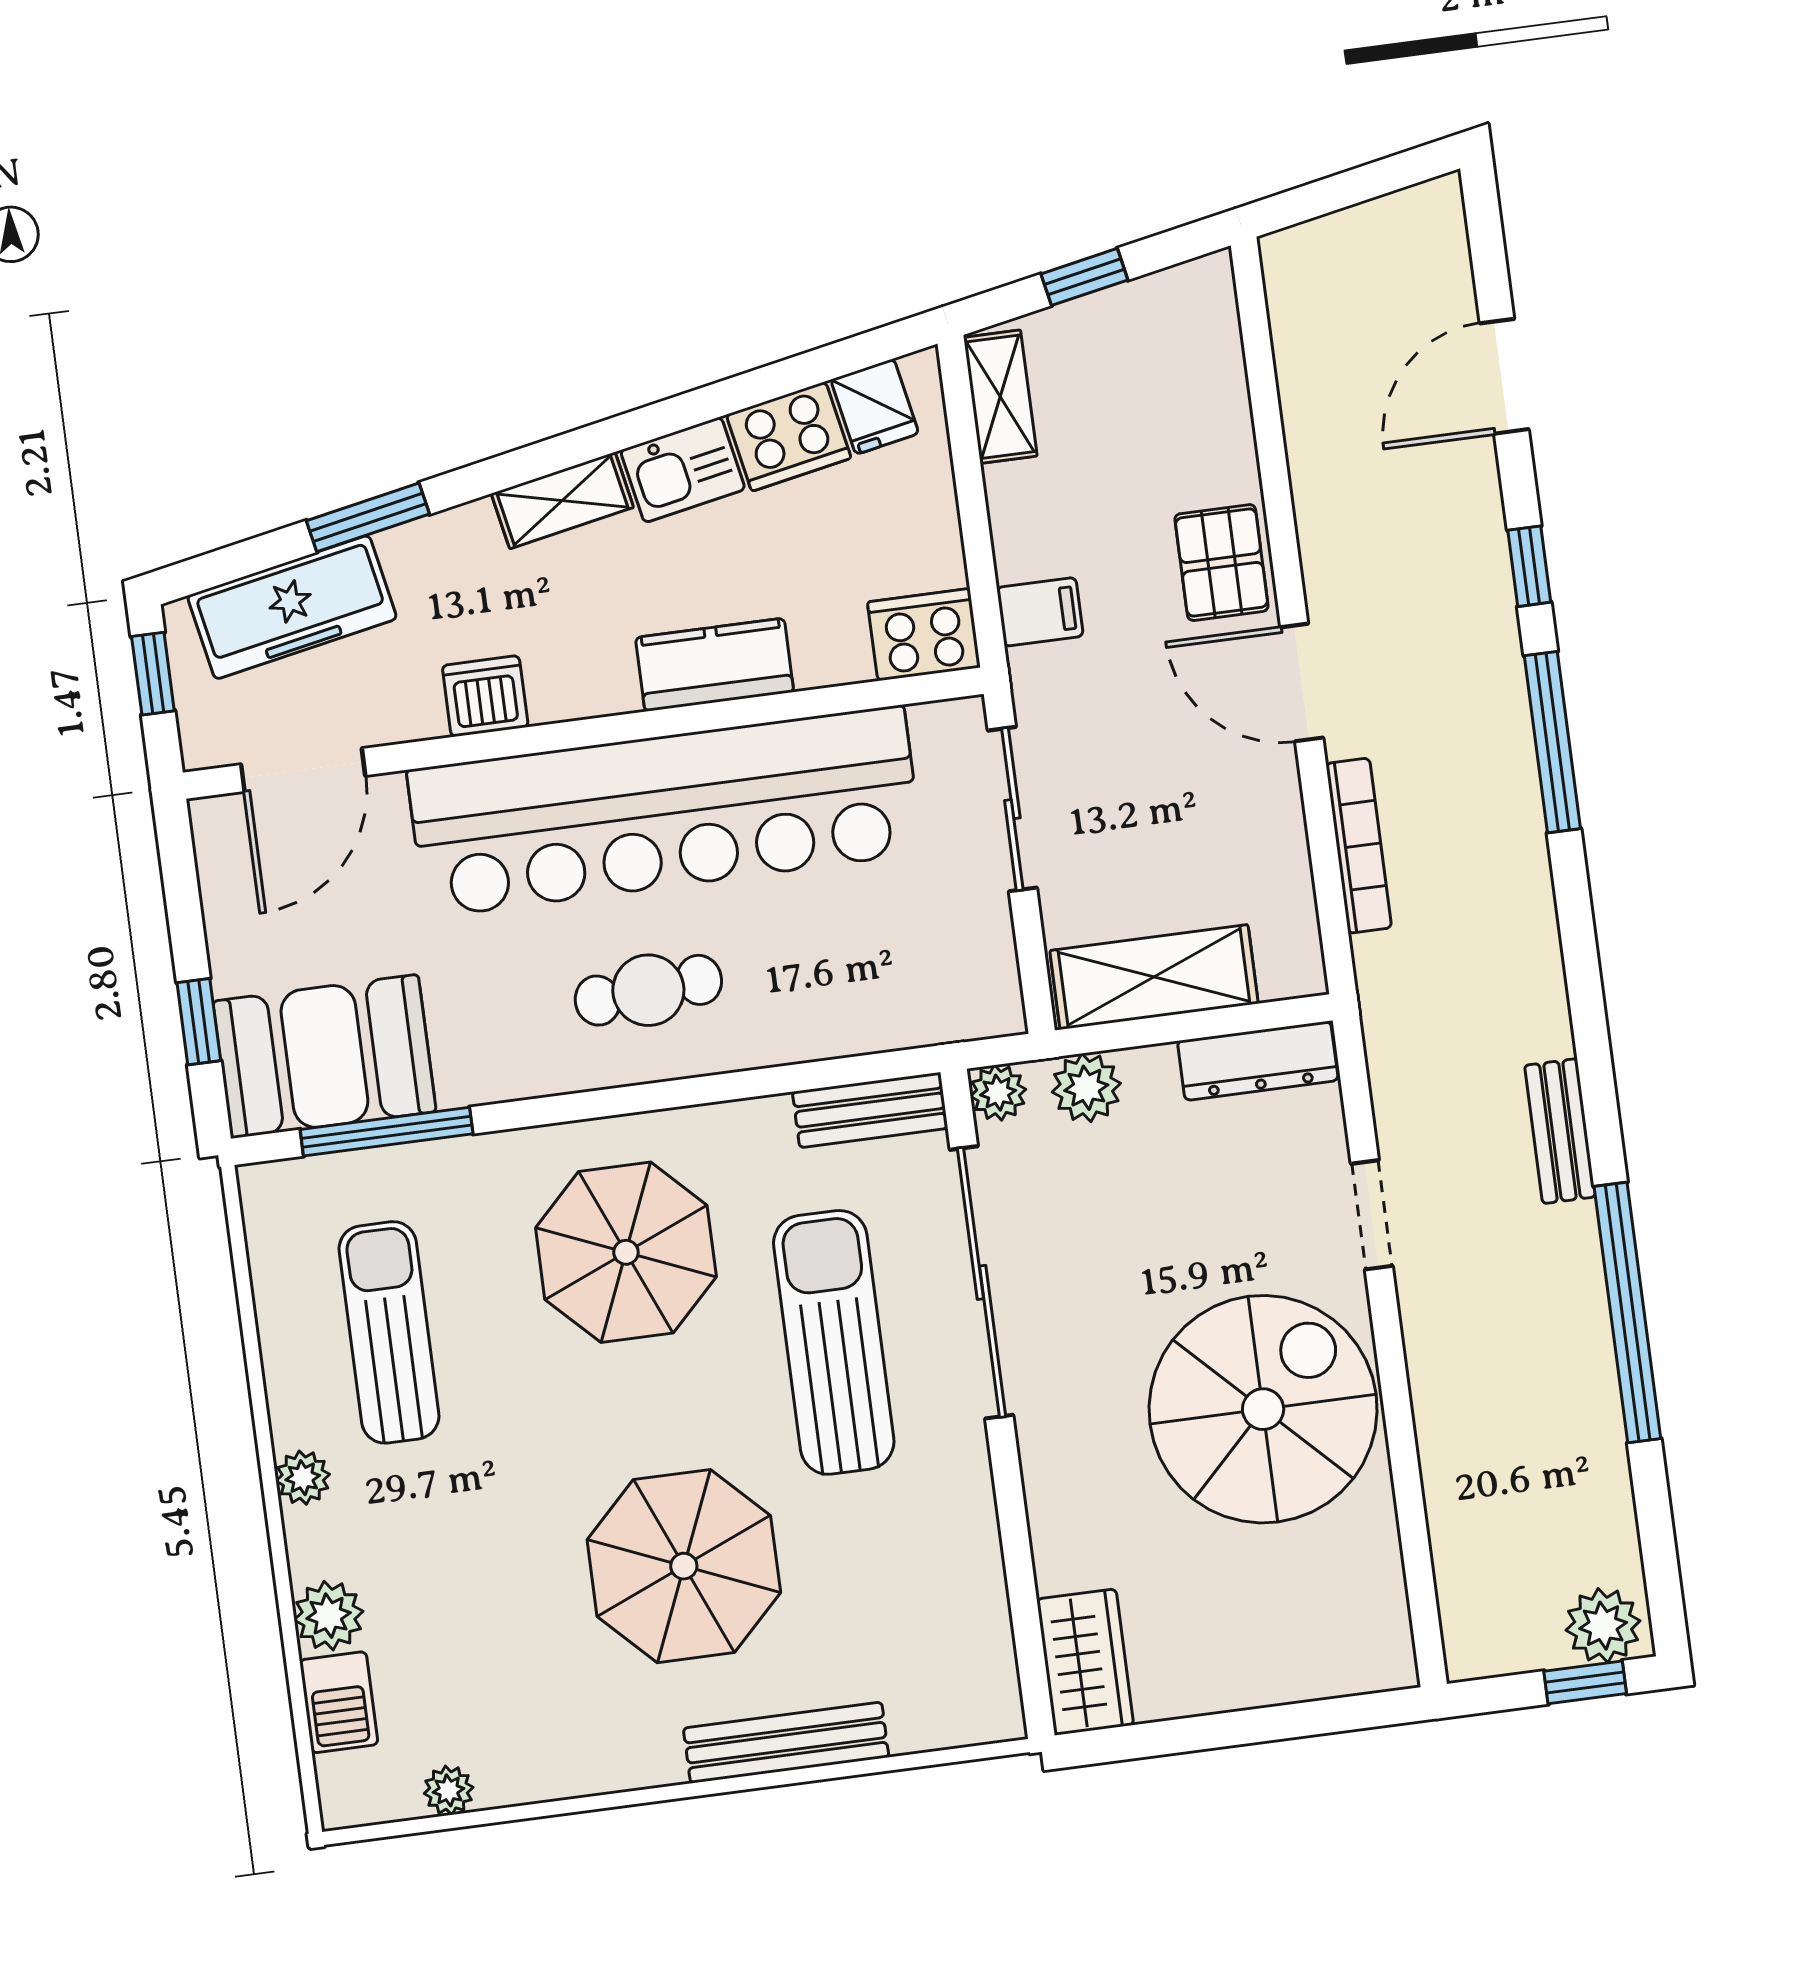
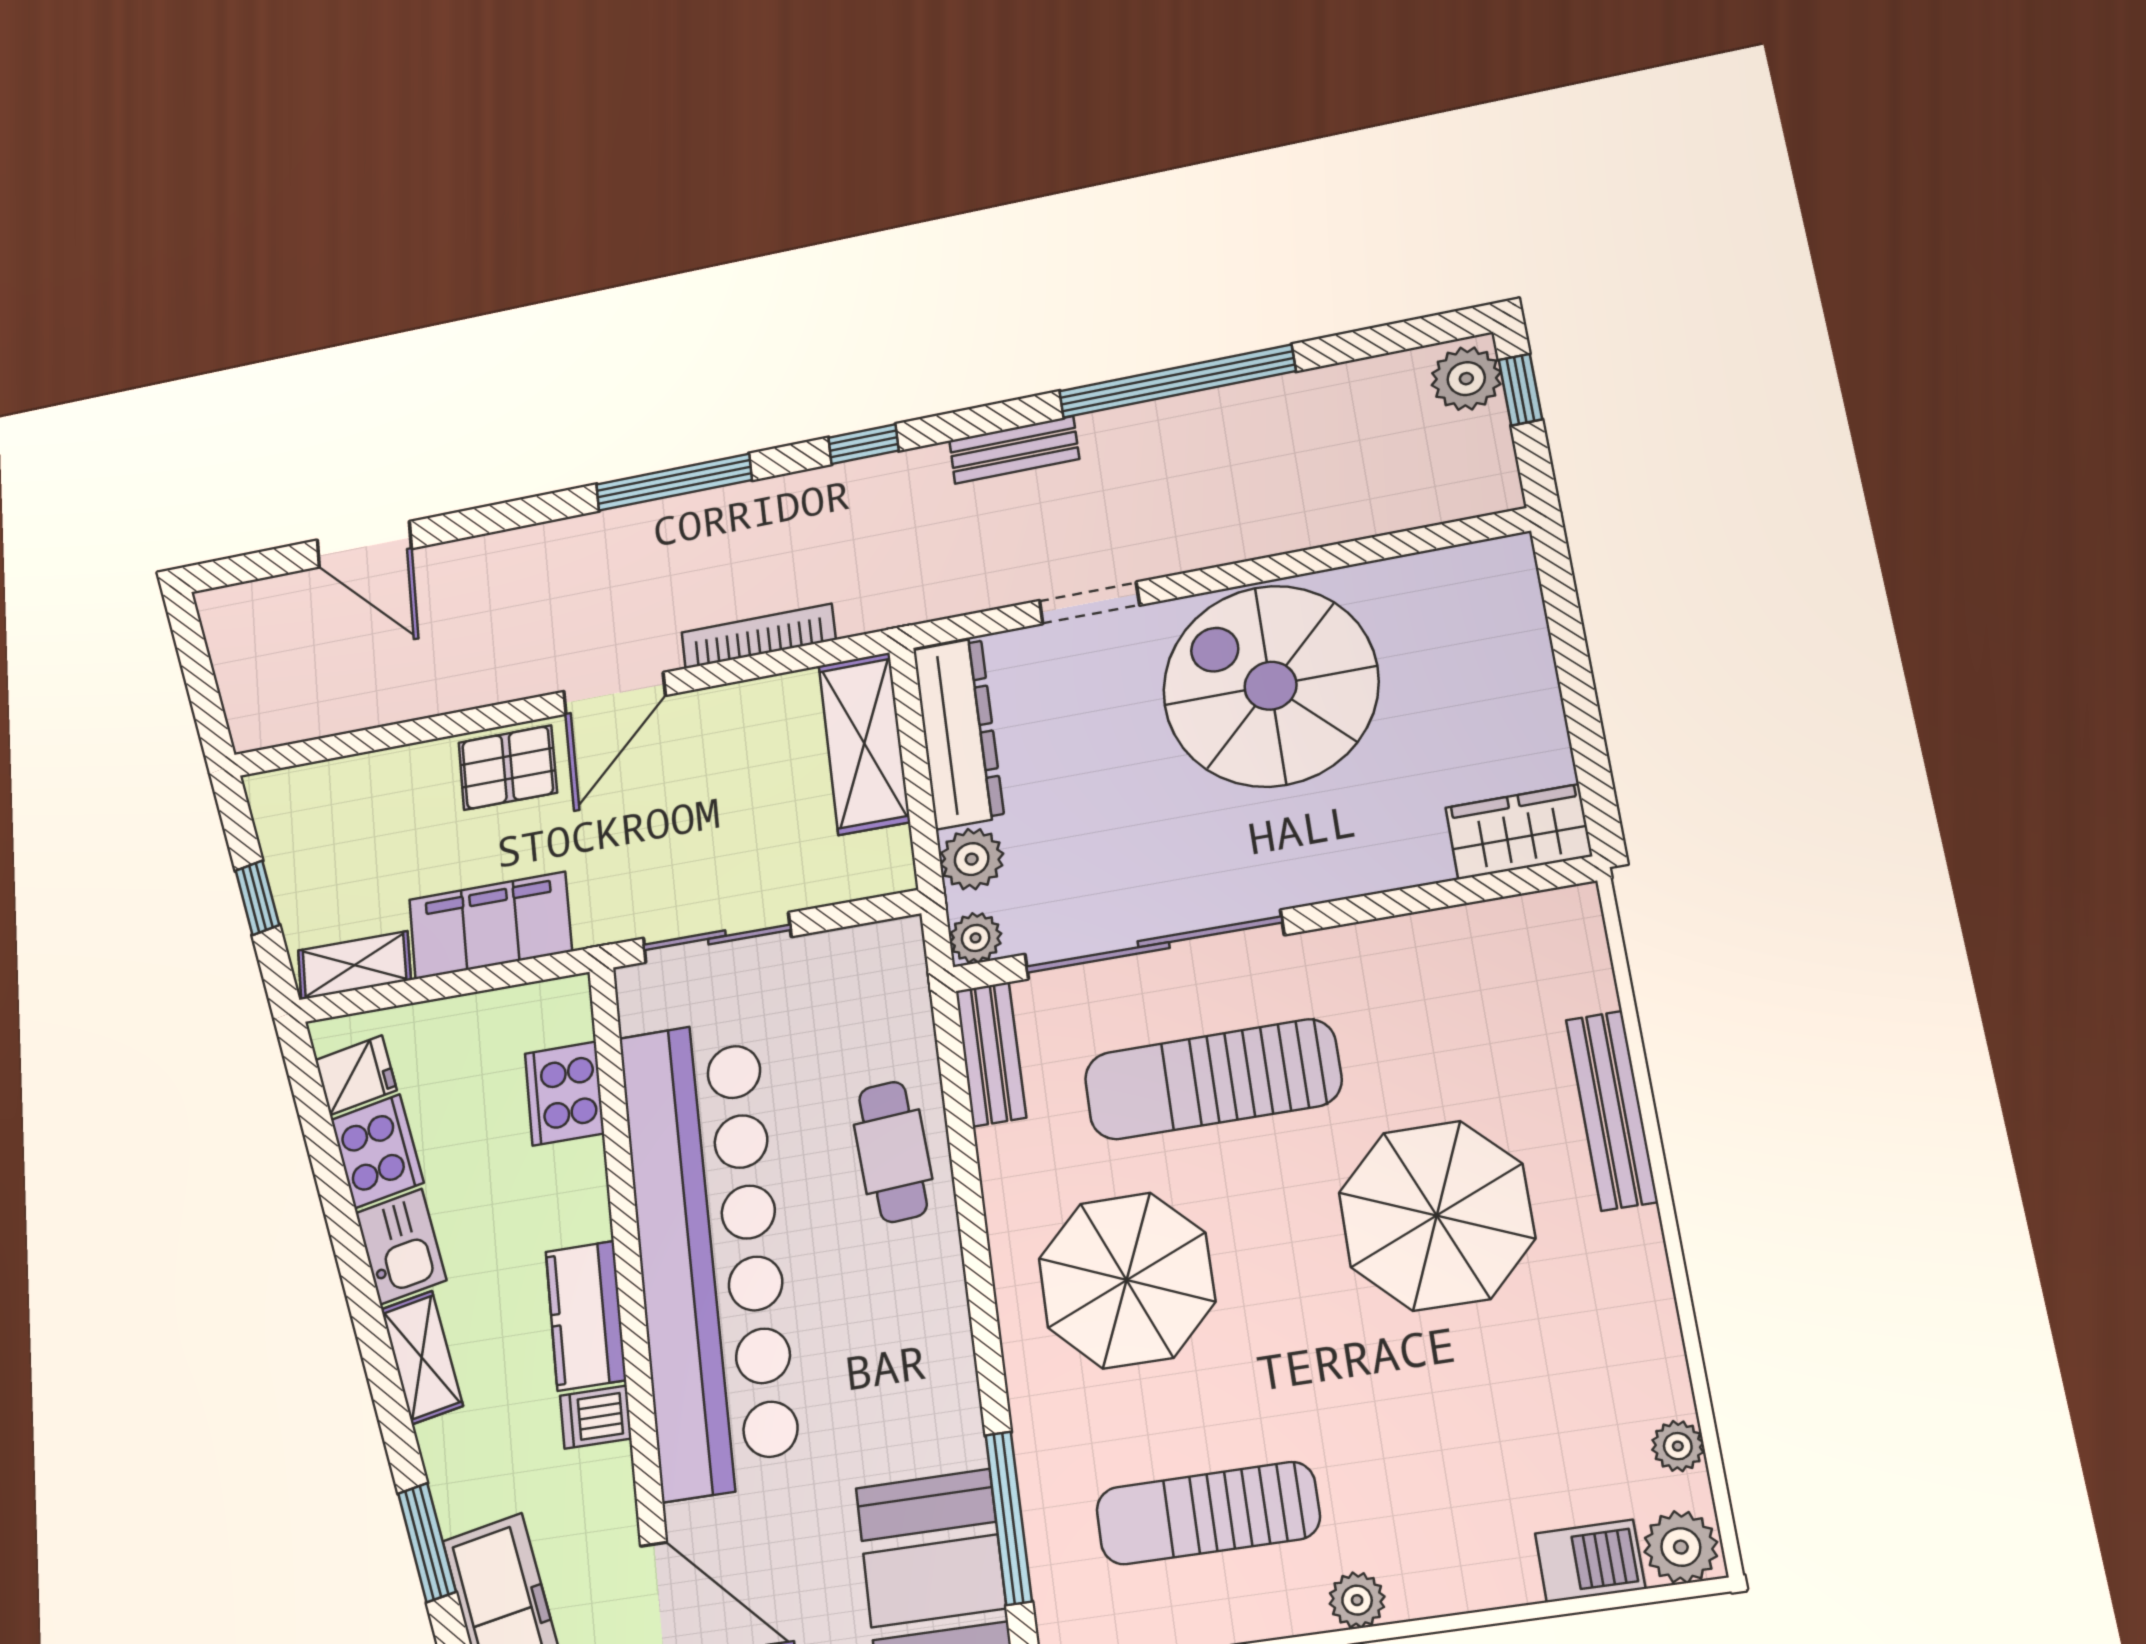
window: (1529, 566) -> (864, 444), moved
filing cabinet: (1040, 612) -> (490, 925), width x3.00, depth x1.17
cooker: (924, 635) -> (564, 1093), moved
kitchen counter: (715, 665) -> (586, 1316), moved
dishwasher: (485, 696) -> (596, 1417), width x0.73
shelving: (1154, 977) -> (864, 743), moved
cafe table: (648, 990) -> (893, 1152), moved
dresser: (1258, 1061) -> (958, 733), width x1.37, depth x1.24
plant: (329, 1616) -> (1681, 1547), moved

